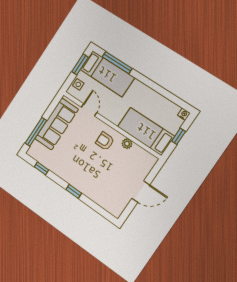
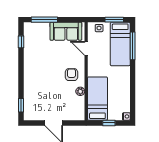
door: (89, 110) -> (86, 48), swing flipped
sofa: (57, 124) -> (66, 31), width x0.73
window: (74, 191) -> (21, 105), moved

